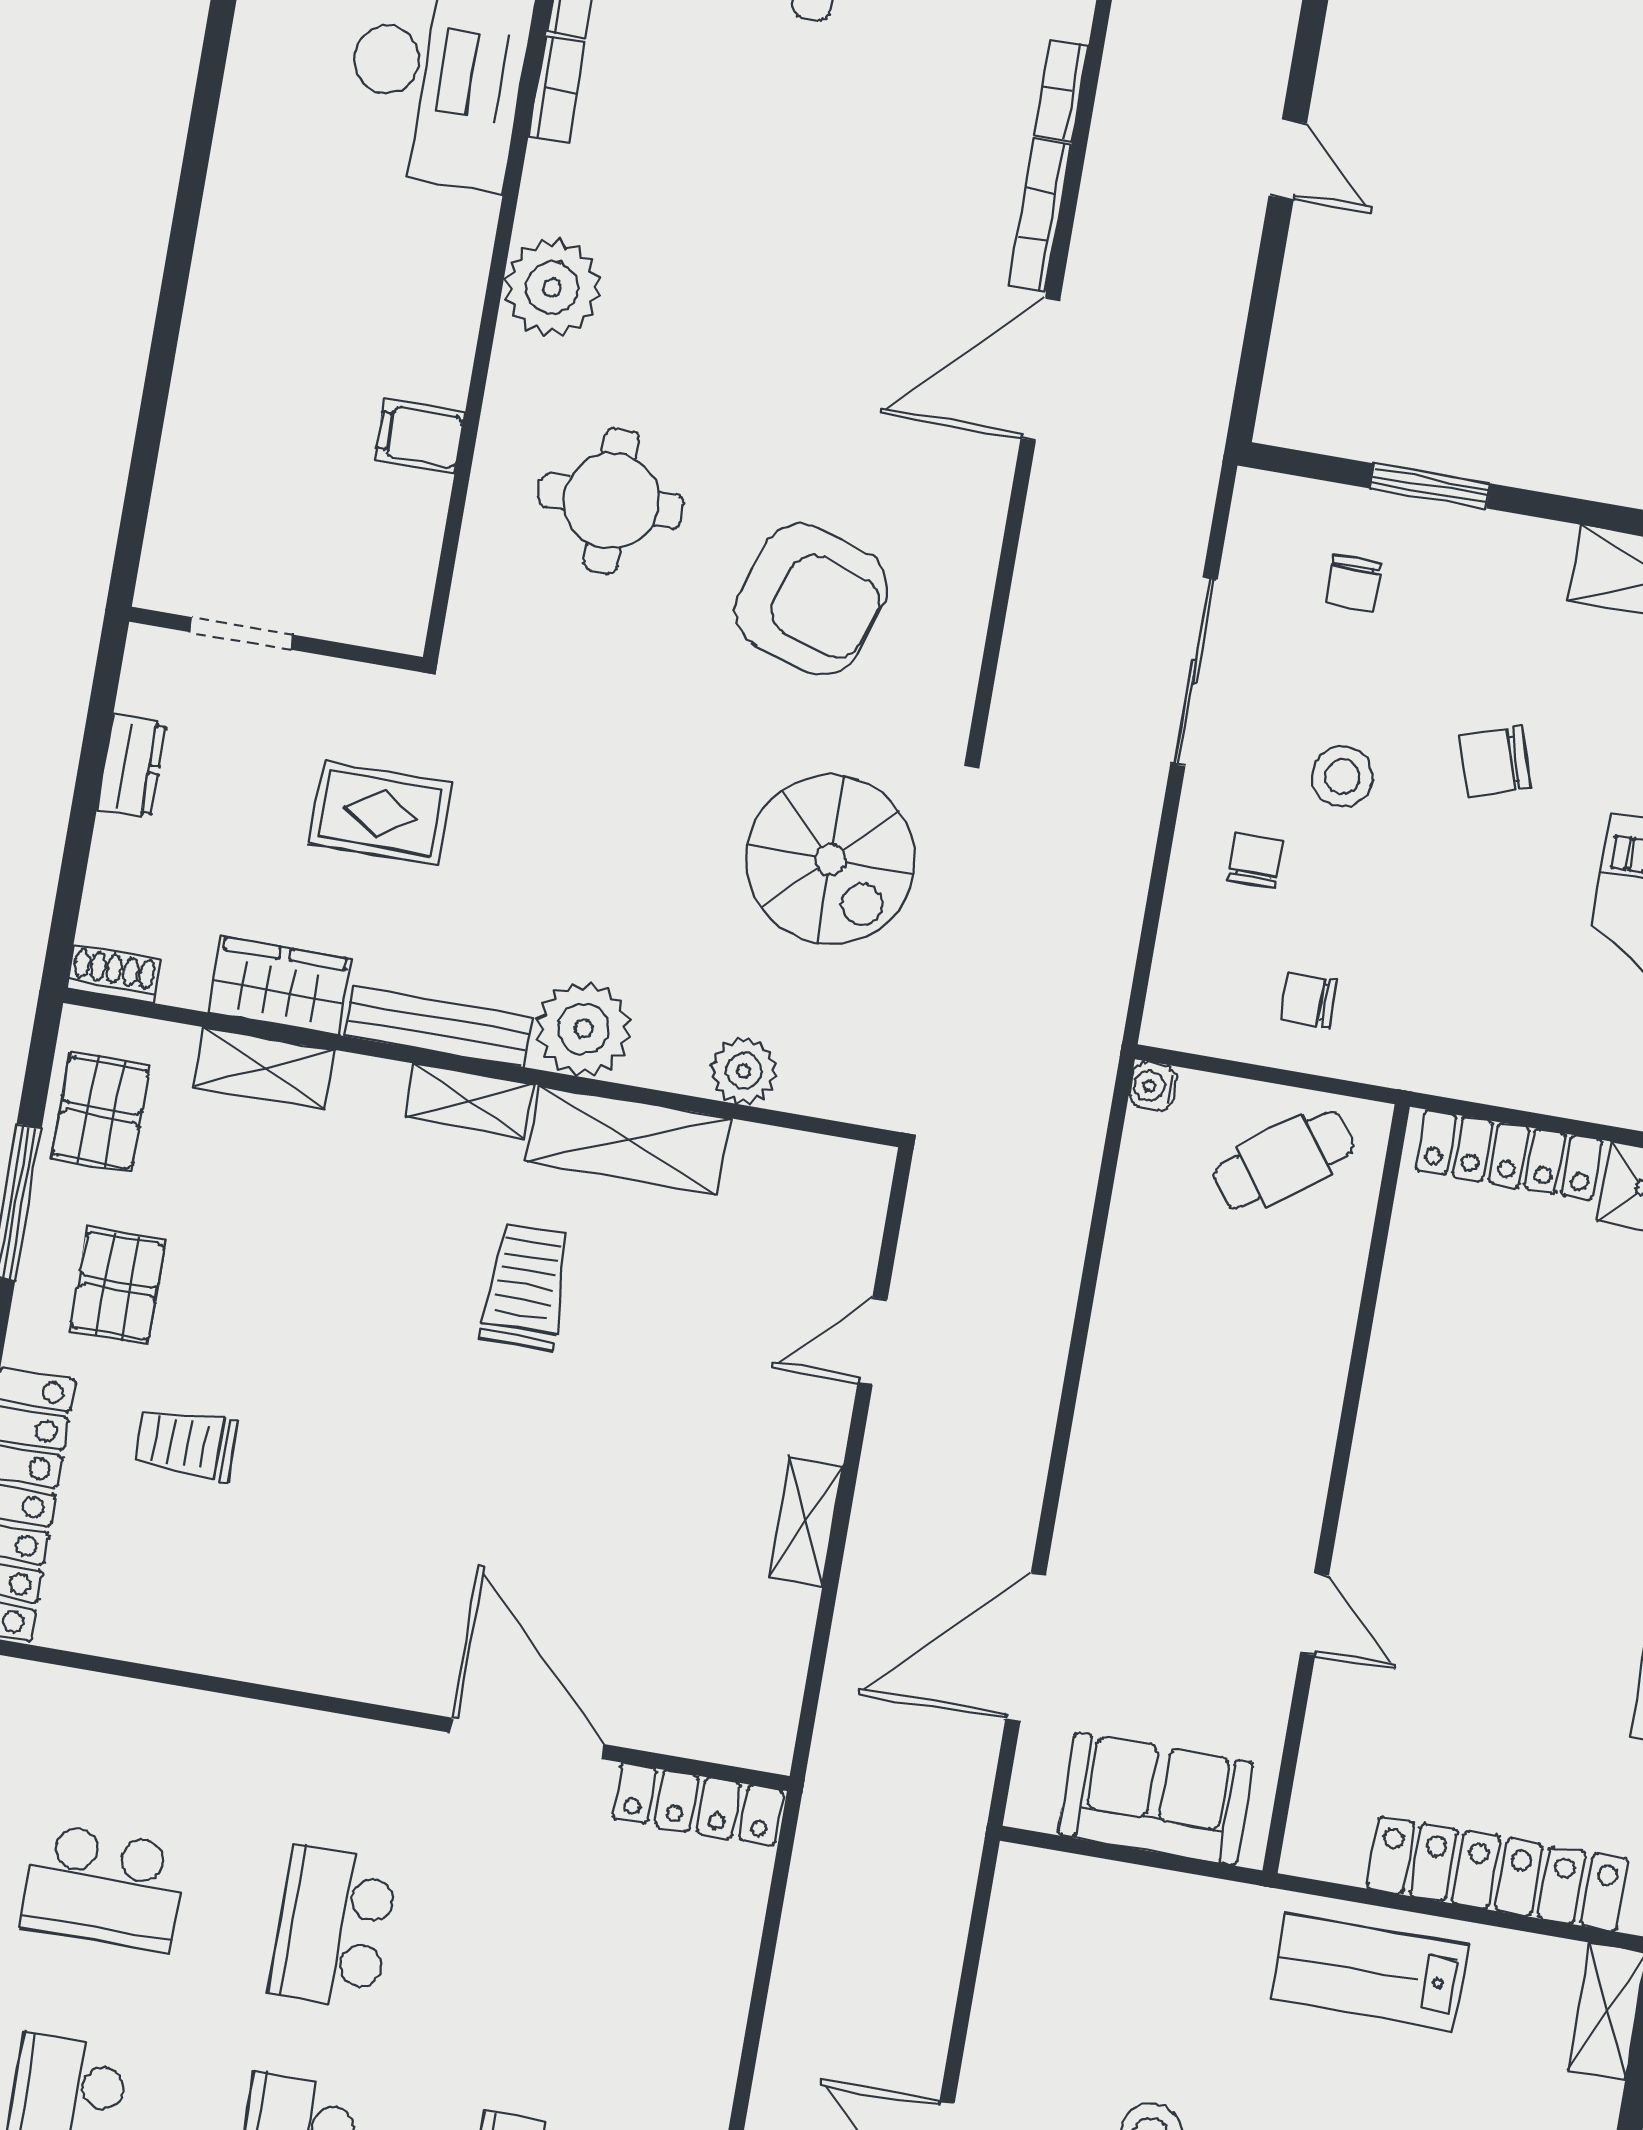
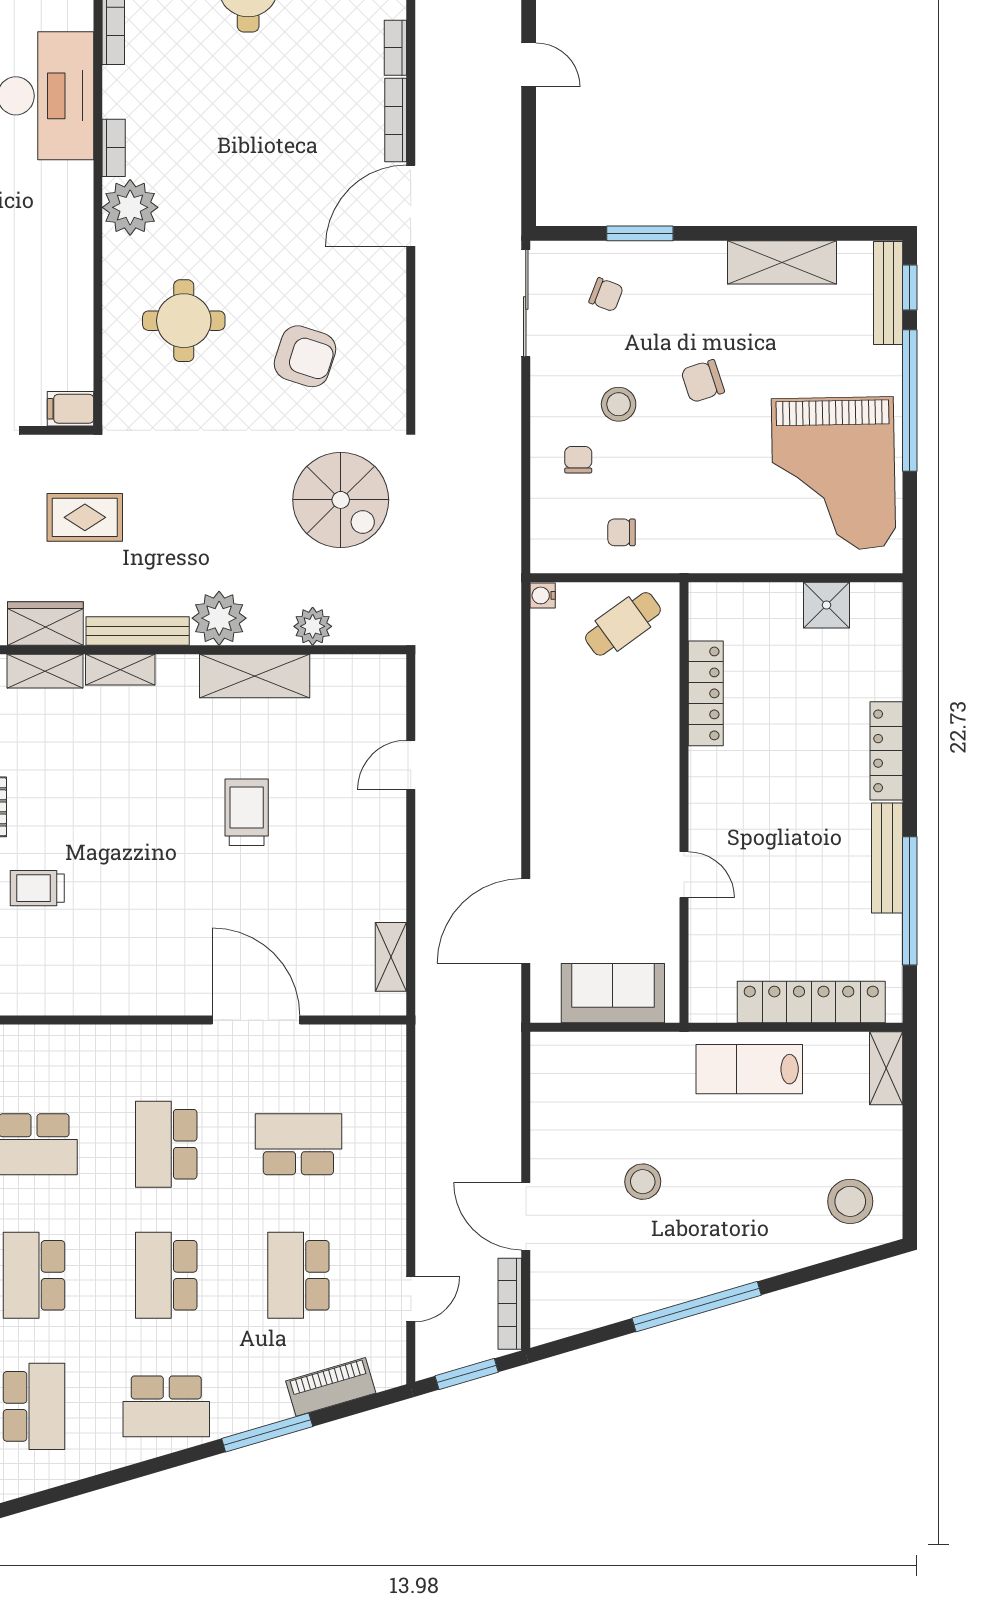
bookcase: (557, 90) -> (114, 148), moved
filing cabinet: (420, 436) -> (71, 409), moved
chair: (1353, 583) -> (606, 295), turned -69
armchair: (811, 599) -> (305, 356), width x0.73, depth x0.73
sliding door: (1194, 672) -> (526, 303), moved
shelving: (469, 1101) -> (120, 670), moved
locker: (1509, 1155) -> (706, 693), moved, turned -90
trolley: (526, 1286) -> (247, 812), moved
shelving: (806, 1521) -> (391, 957), moved
locker: (698, 1804) -> (358, 1040), removed
school desk: (563, 1967) -> (298, 1144), added

